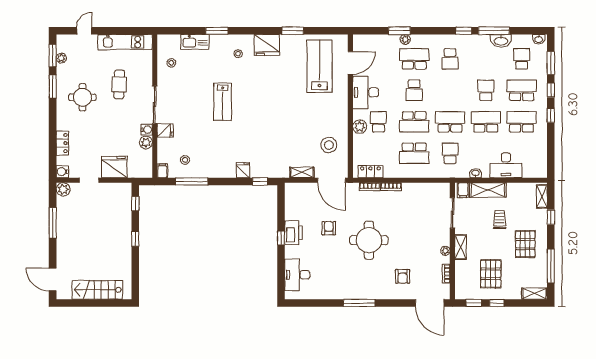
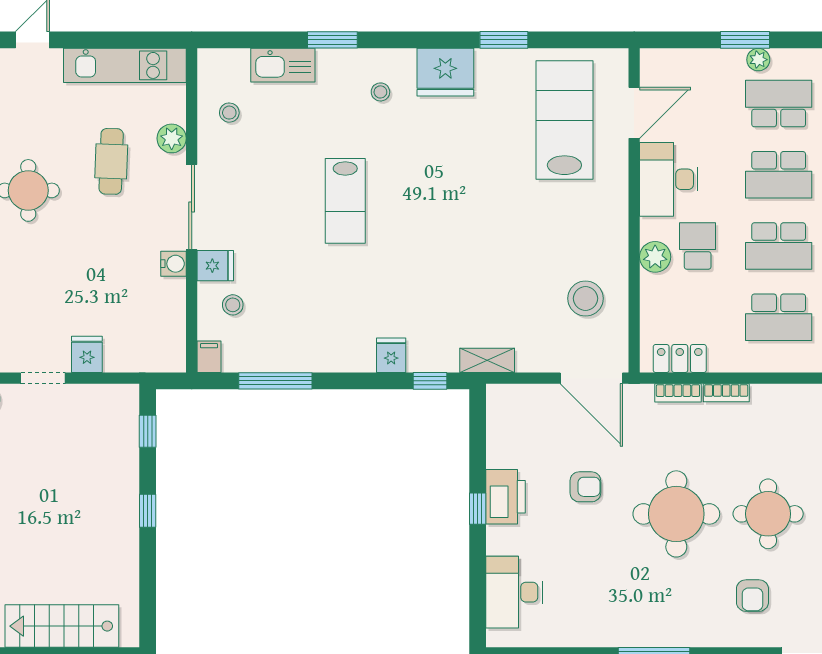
school desk: (414, 90) -> (779, 175), width x1.85
plant: (146, 143) -> (172, 138), moved
stool: (185, 160) -> (233, 305), moved
fridge: (114, 167) -> (87, 354), width x0.53, depth x0.75
shelving: (302, 172) -> (487, 360), moved
armchair: (329, 228) -> (585, 487), turned 90
round table: (410, 240) -> (768, 514), added

